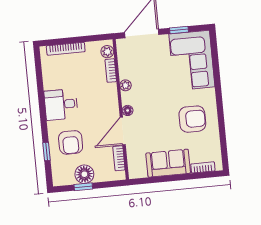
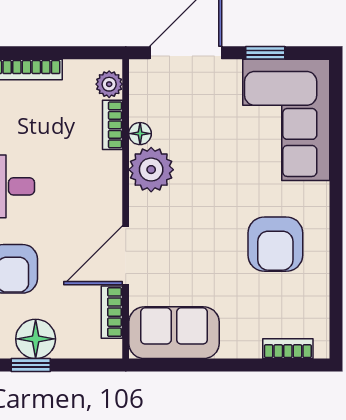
plant: (125, 85) -> (151, 170), width x1.87, depth x1.87
floor lamp: (128, 110) -> (140, 134), moved
armchair: (192, 119) -> (275, 244), turned 90
sofa: (168, 163) -> (174, 333), moved

